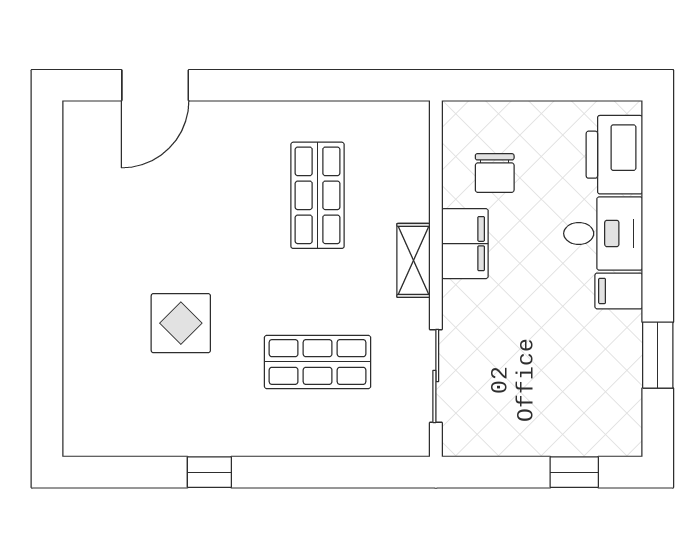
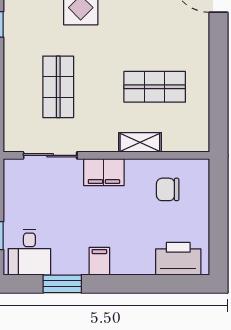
desk: (603, 233) -> (29, 252), moved
filing cabinet: (465, 244) -> (104, 172), moved
shelving: (413, 260) -> (140, 142), moved

